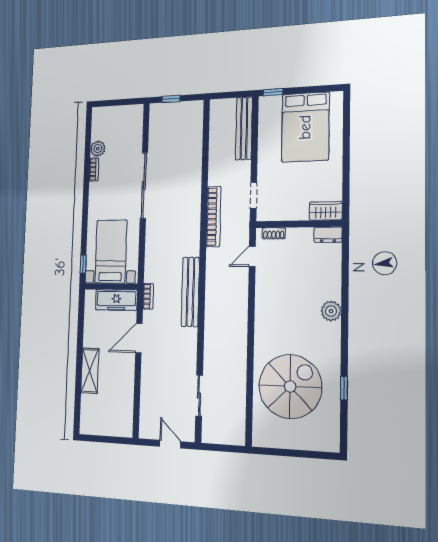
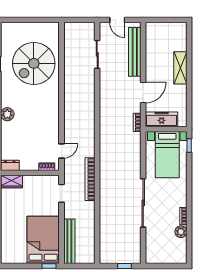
bed: (305, 127) -> (43, 240), moved
bench: (190, 292) -> (135, 52), moved

